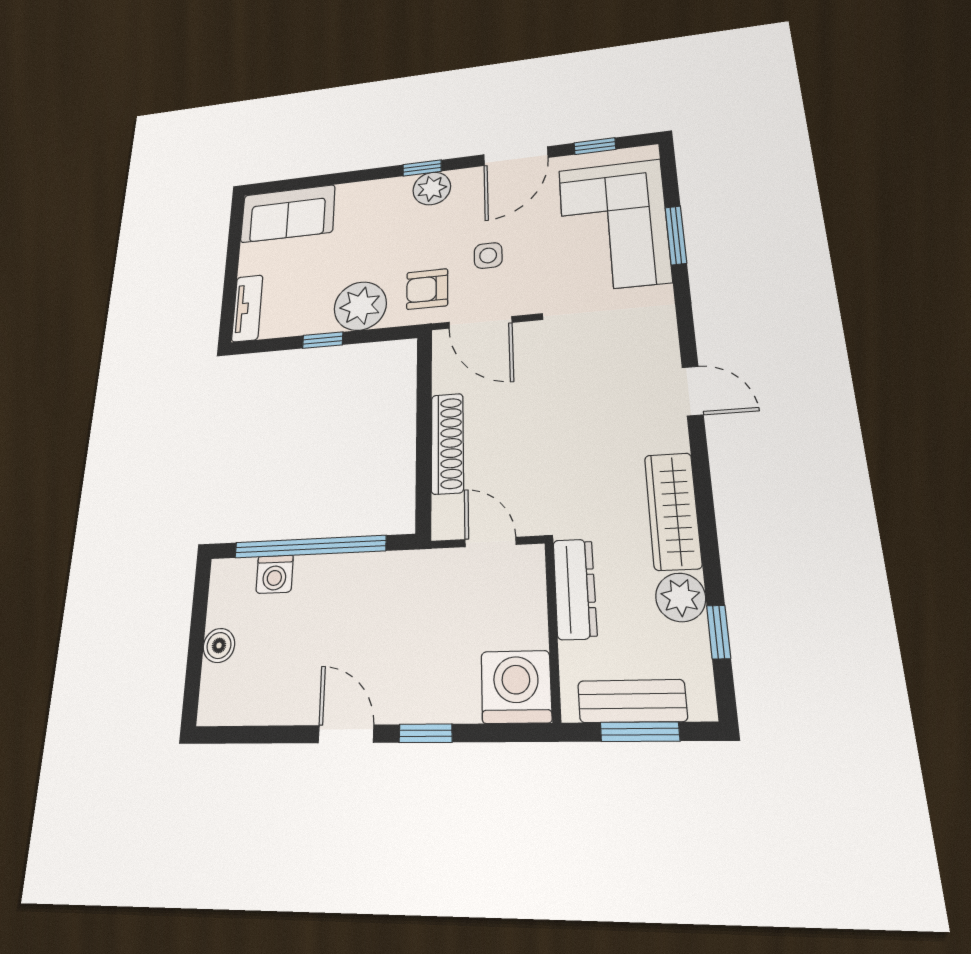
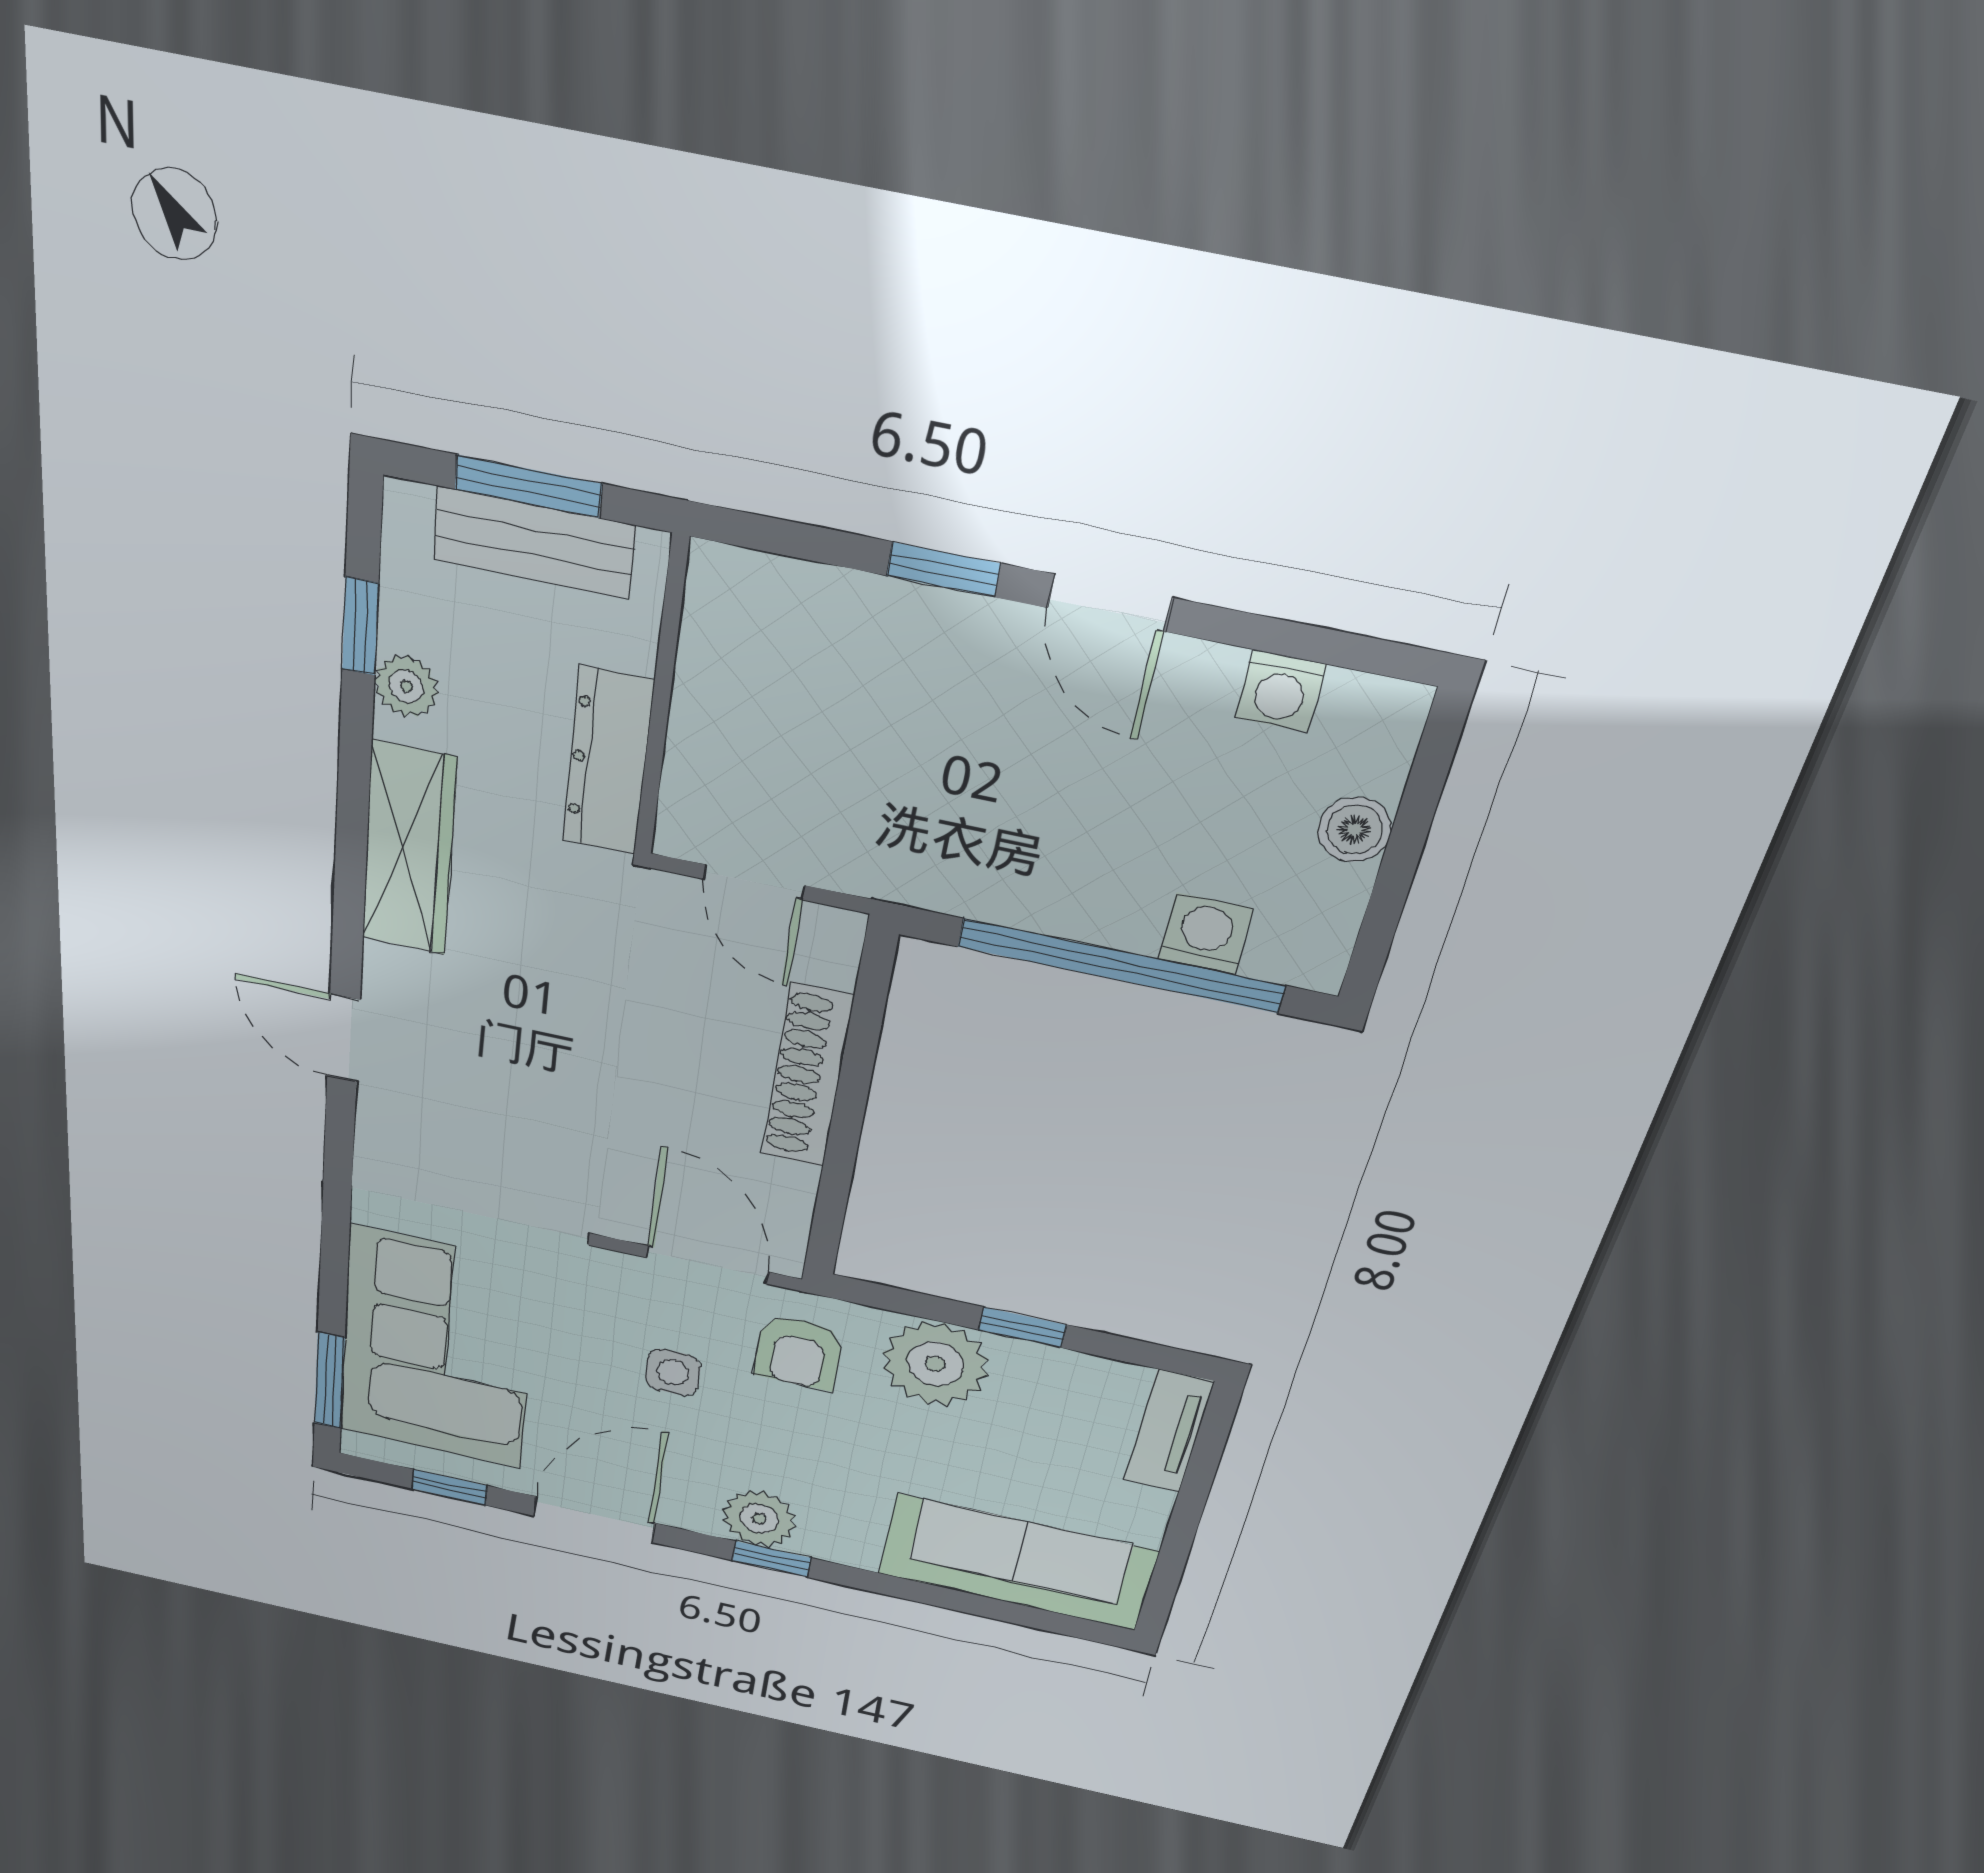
sofa: (288, 214) -> (1017, 1562), width x1.36
window: (676, 235) -> (329, 1381), moved
armchair: (427, 289) -> (799, 1352), turned 90
plant: (681, 597) -> (406, 686), width x0.73, depth x0.73
washing machine: (516, 687) -> (1281, 691), moved, width x0.53, depth x0.53

